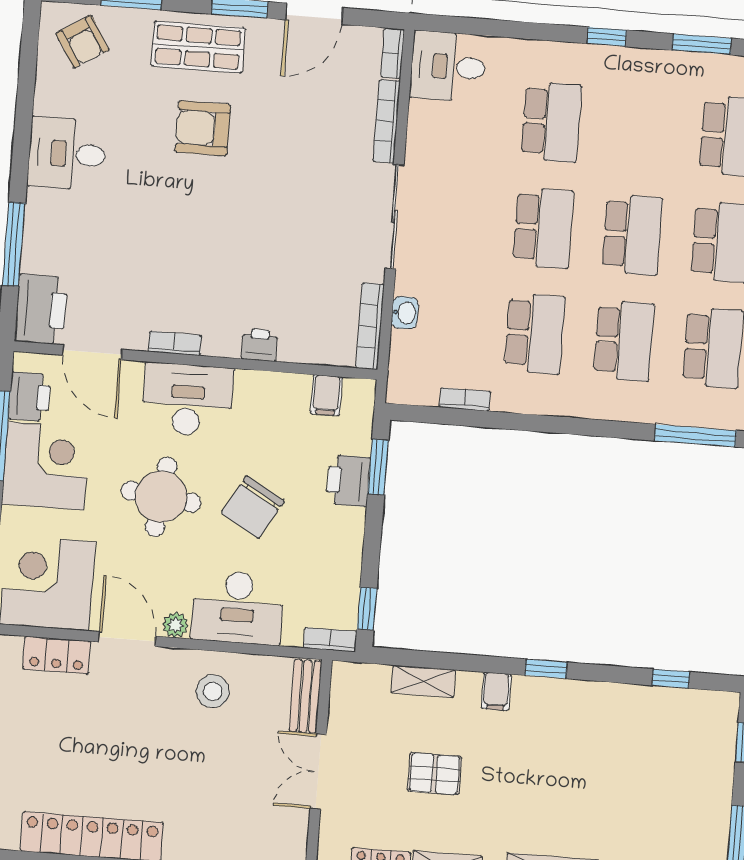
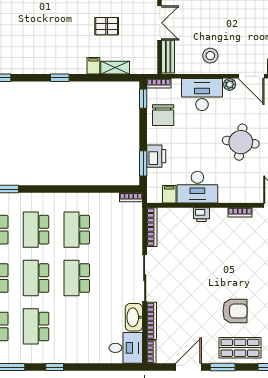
school desk: (551, 122) -> (36, 326), moved
washbasin: (405, 313) -> (134, 317), moved, width x1.91, depth x1.45
bookcase: (465, 399) -> (131, 197), moved
desk: (188, 400) -> (197, 187), moved
chair: (253, 507) -> (163, 115), moved, turned 150
filing cabinet: (496, 691) -> (93, 66), moved

